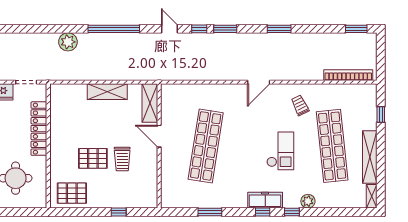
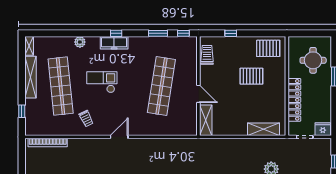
shelving: (107, 92) -> (264, 129), moved
checkout: (280, 151) -> (102, 82), turned 90
trolley: (122, 159) -> (207, 55), moved
window: (292, 212) -> (183, 33), moved

